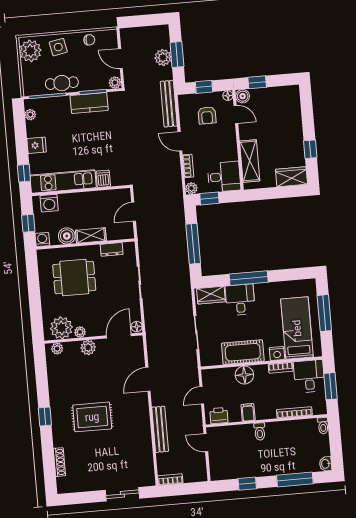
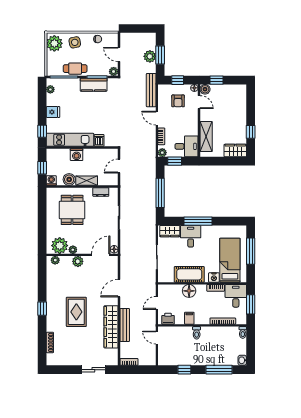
washing machine: (49, 203) -> (77, 155), moved
dining table: (74, 278) -> (72, 210), turned 90
rug: (92, 417) -> (76, 312), turned 90
wardrobe: (142, 433) -> (111, 327), added

